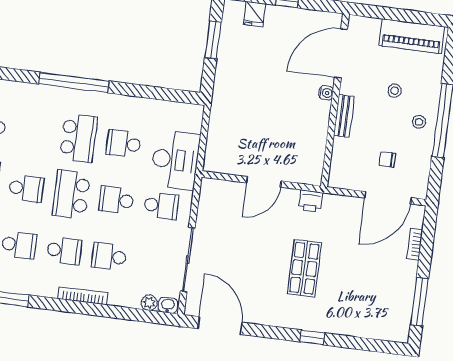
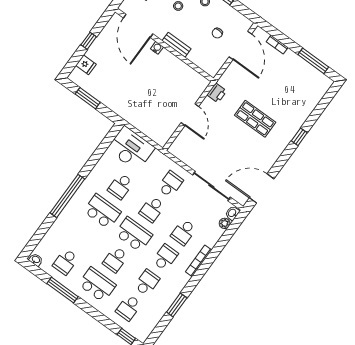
desk: (175, 160) -> (131, 149), moved
school desk: (26, 189) -> (115, 260), turned 180
school desk: (71, 194) -> (134, 234), turned 180

